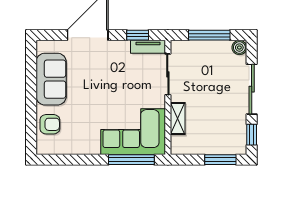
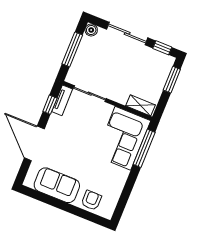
shelving: (178, 118) -> (141, 105), moved

